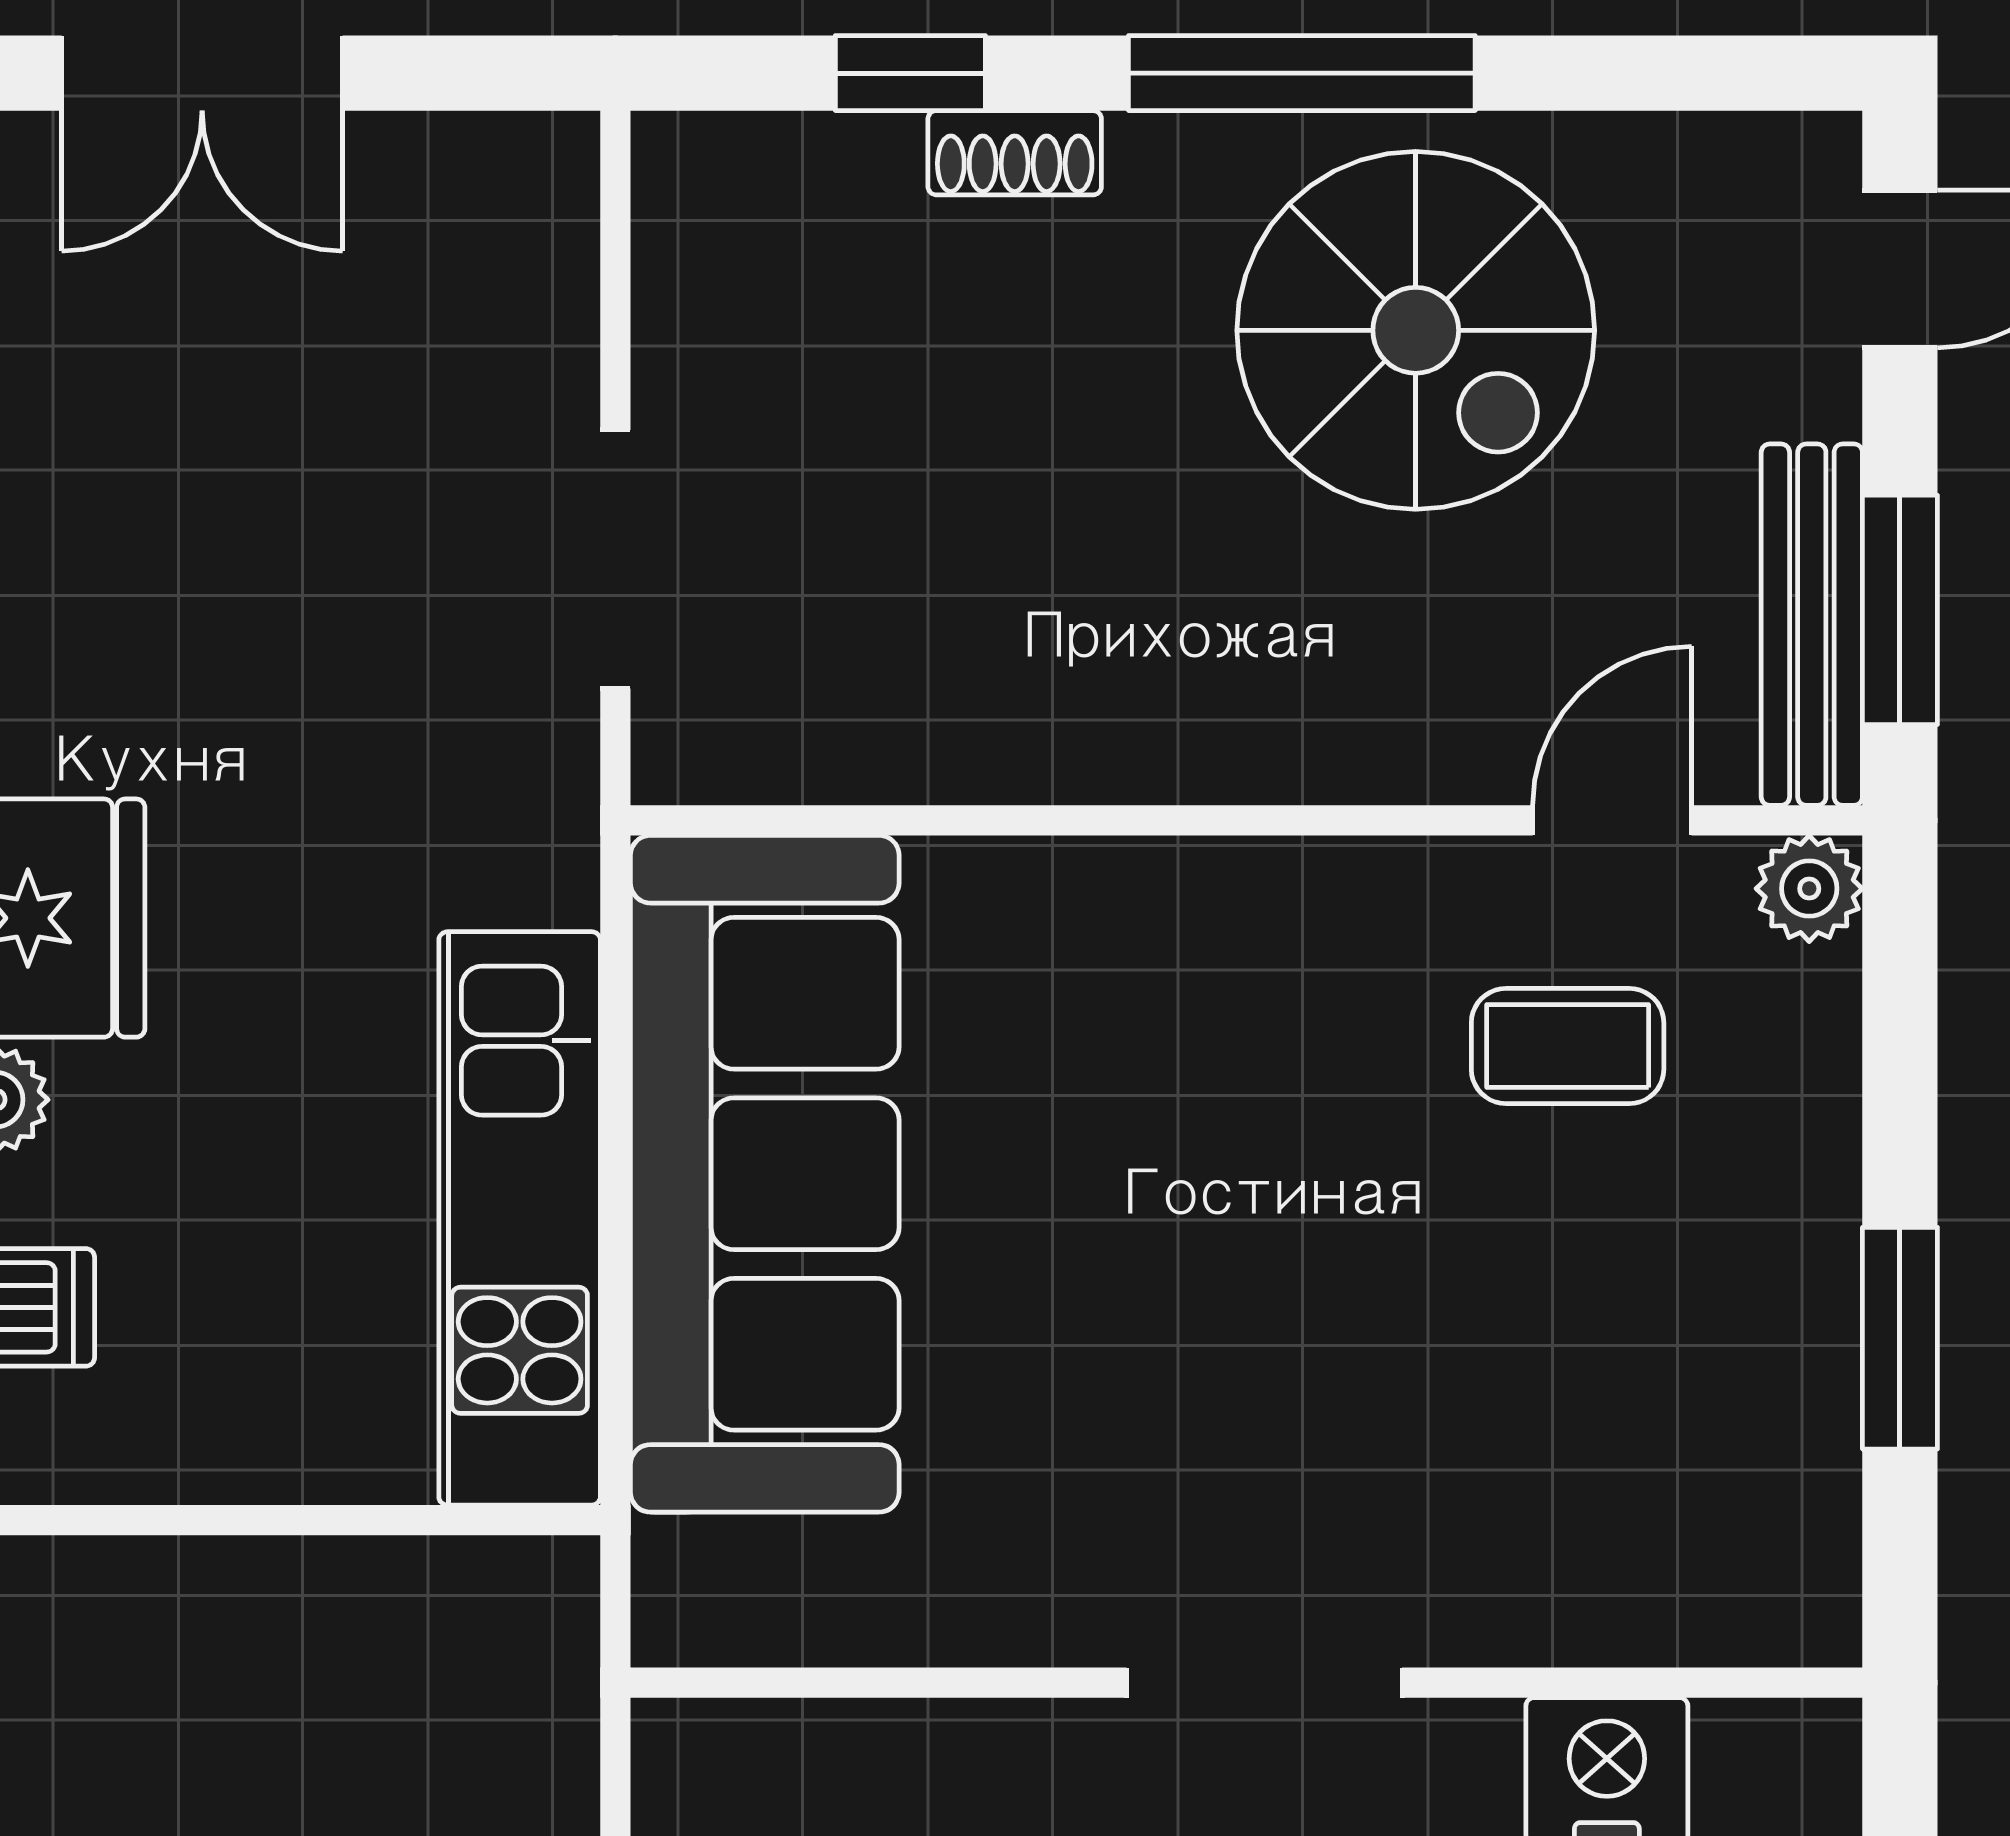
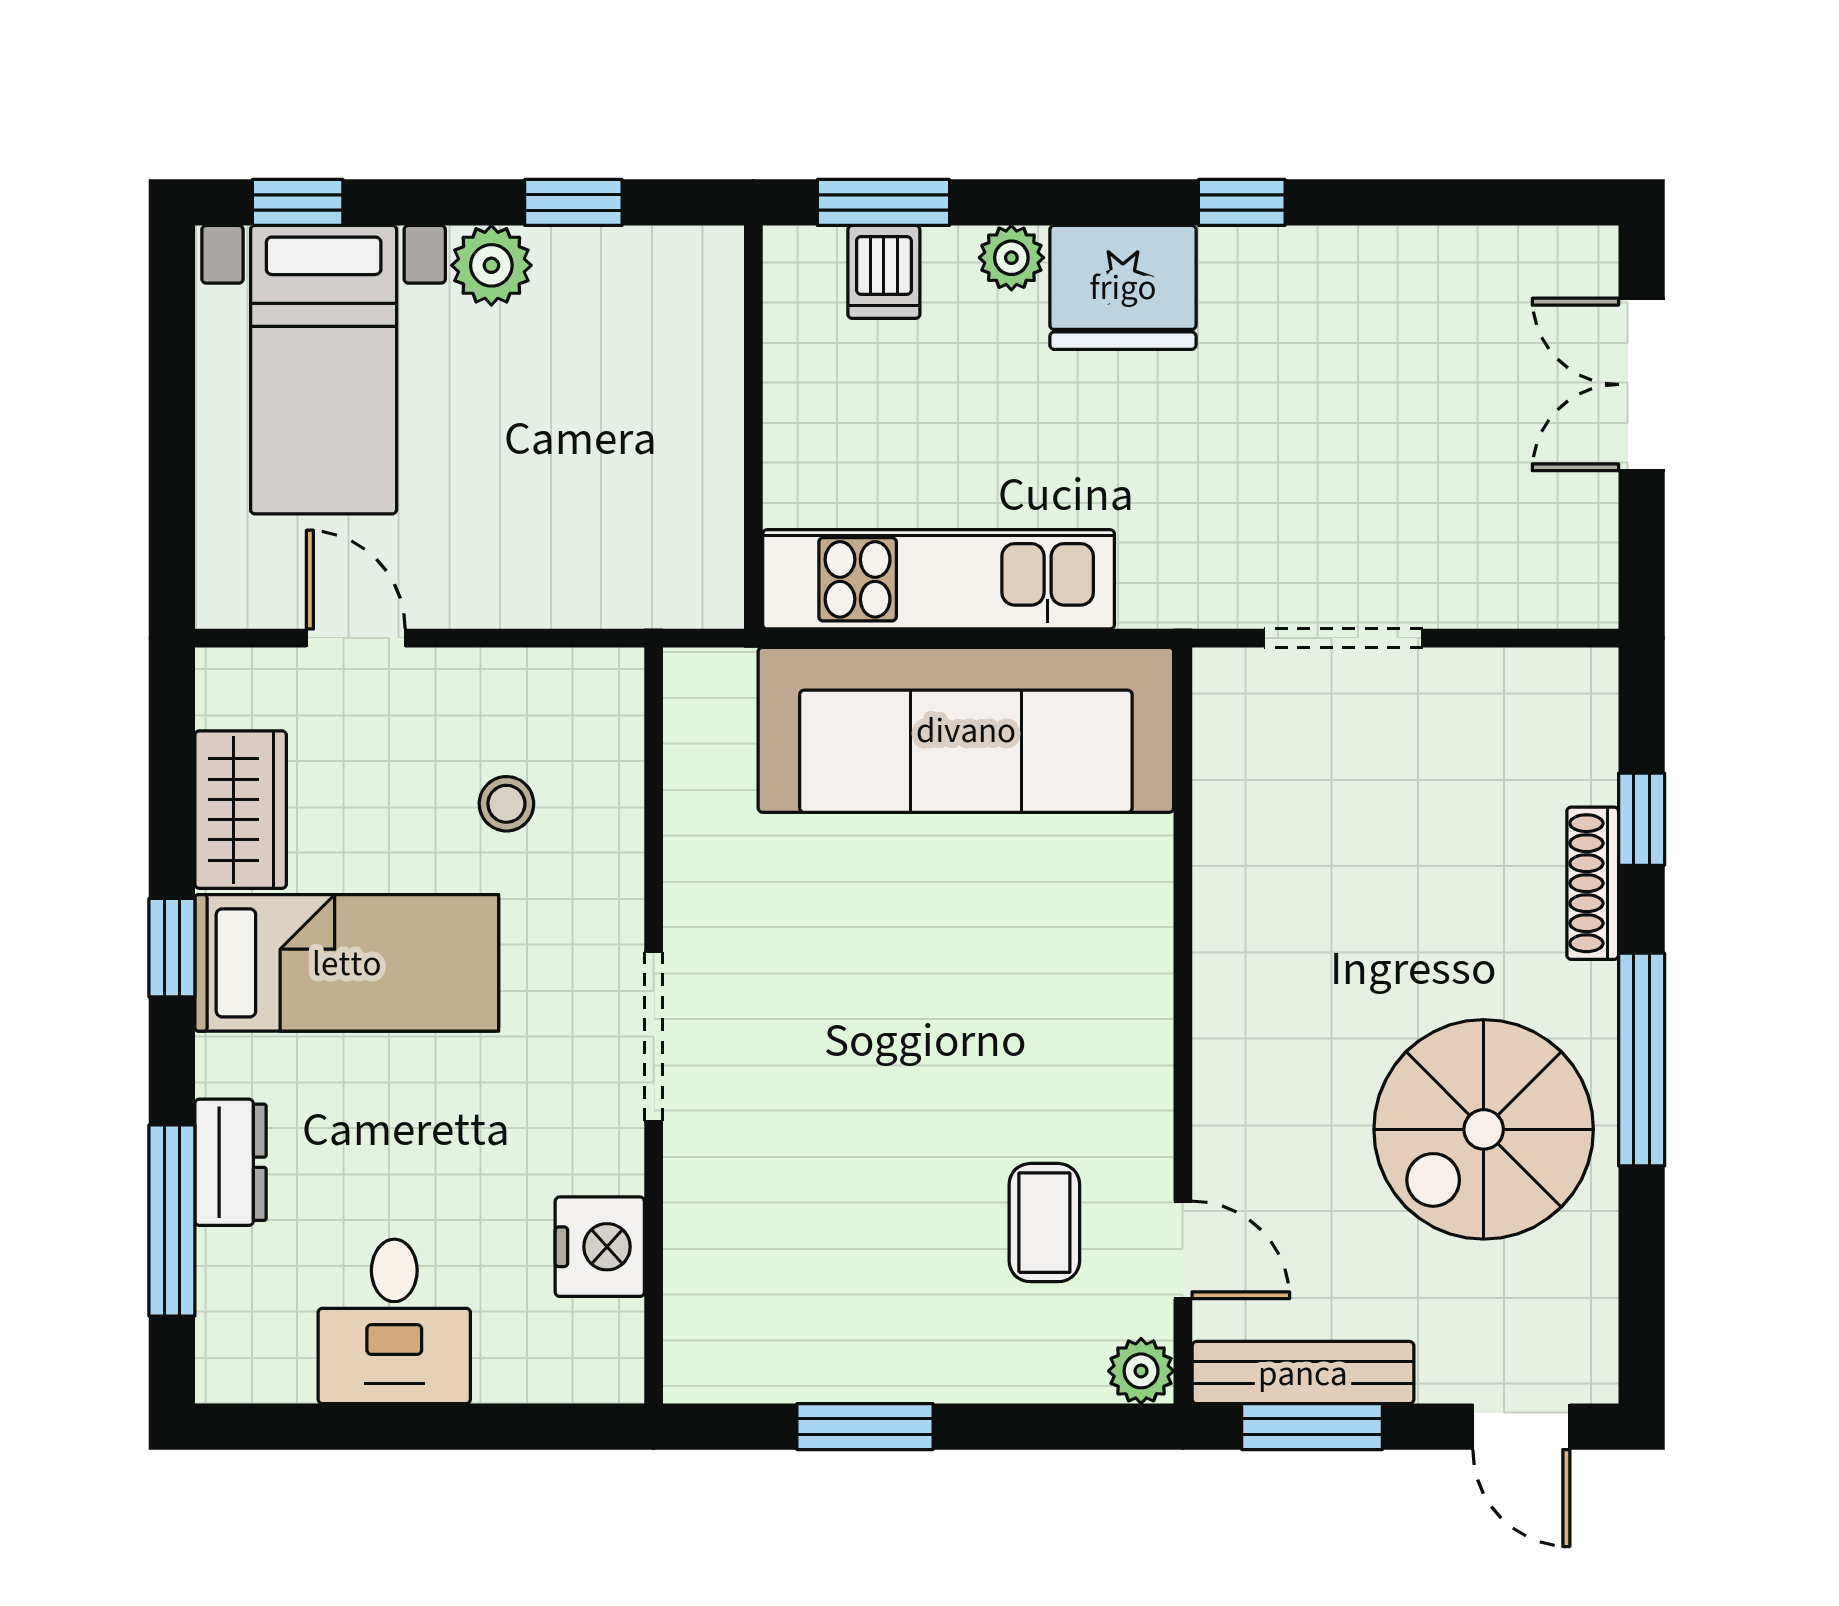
shoe rack: (1015, 153) -> (1593, 883), width x1.43

